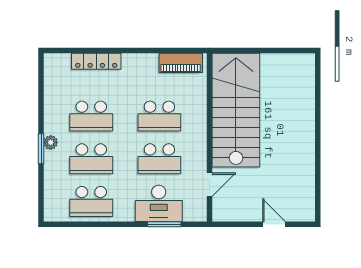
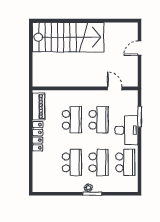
locker: (96, 61) -> (38, 136), moved
stairs: (236, 110) -> (68, 37), moved, turned 180
desk: (159, 203) -> (126, 130), moved

